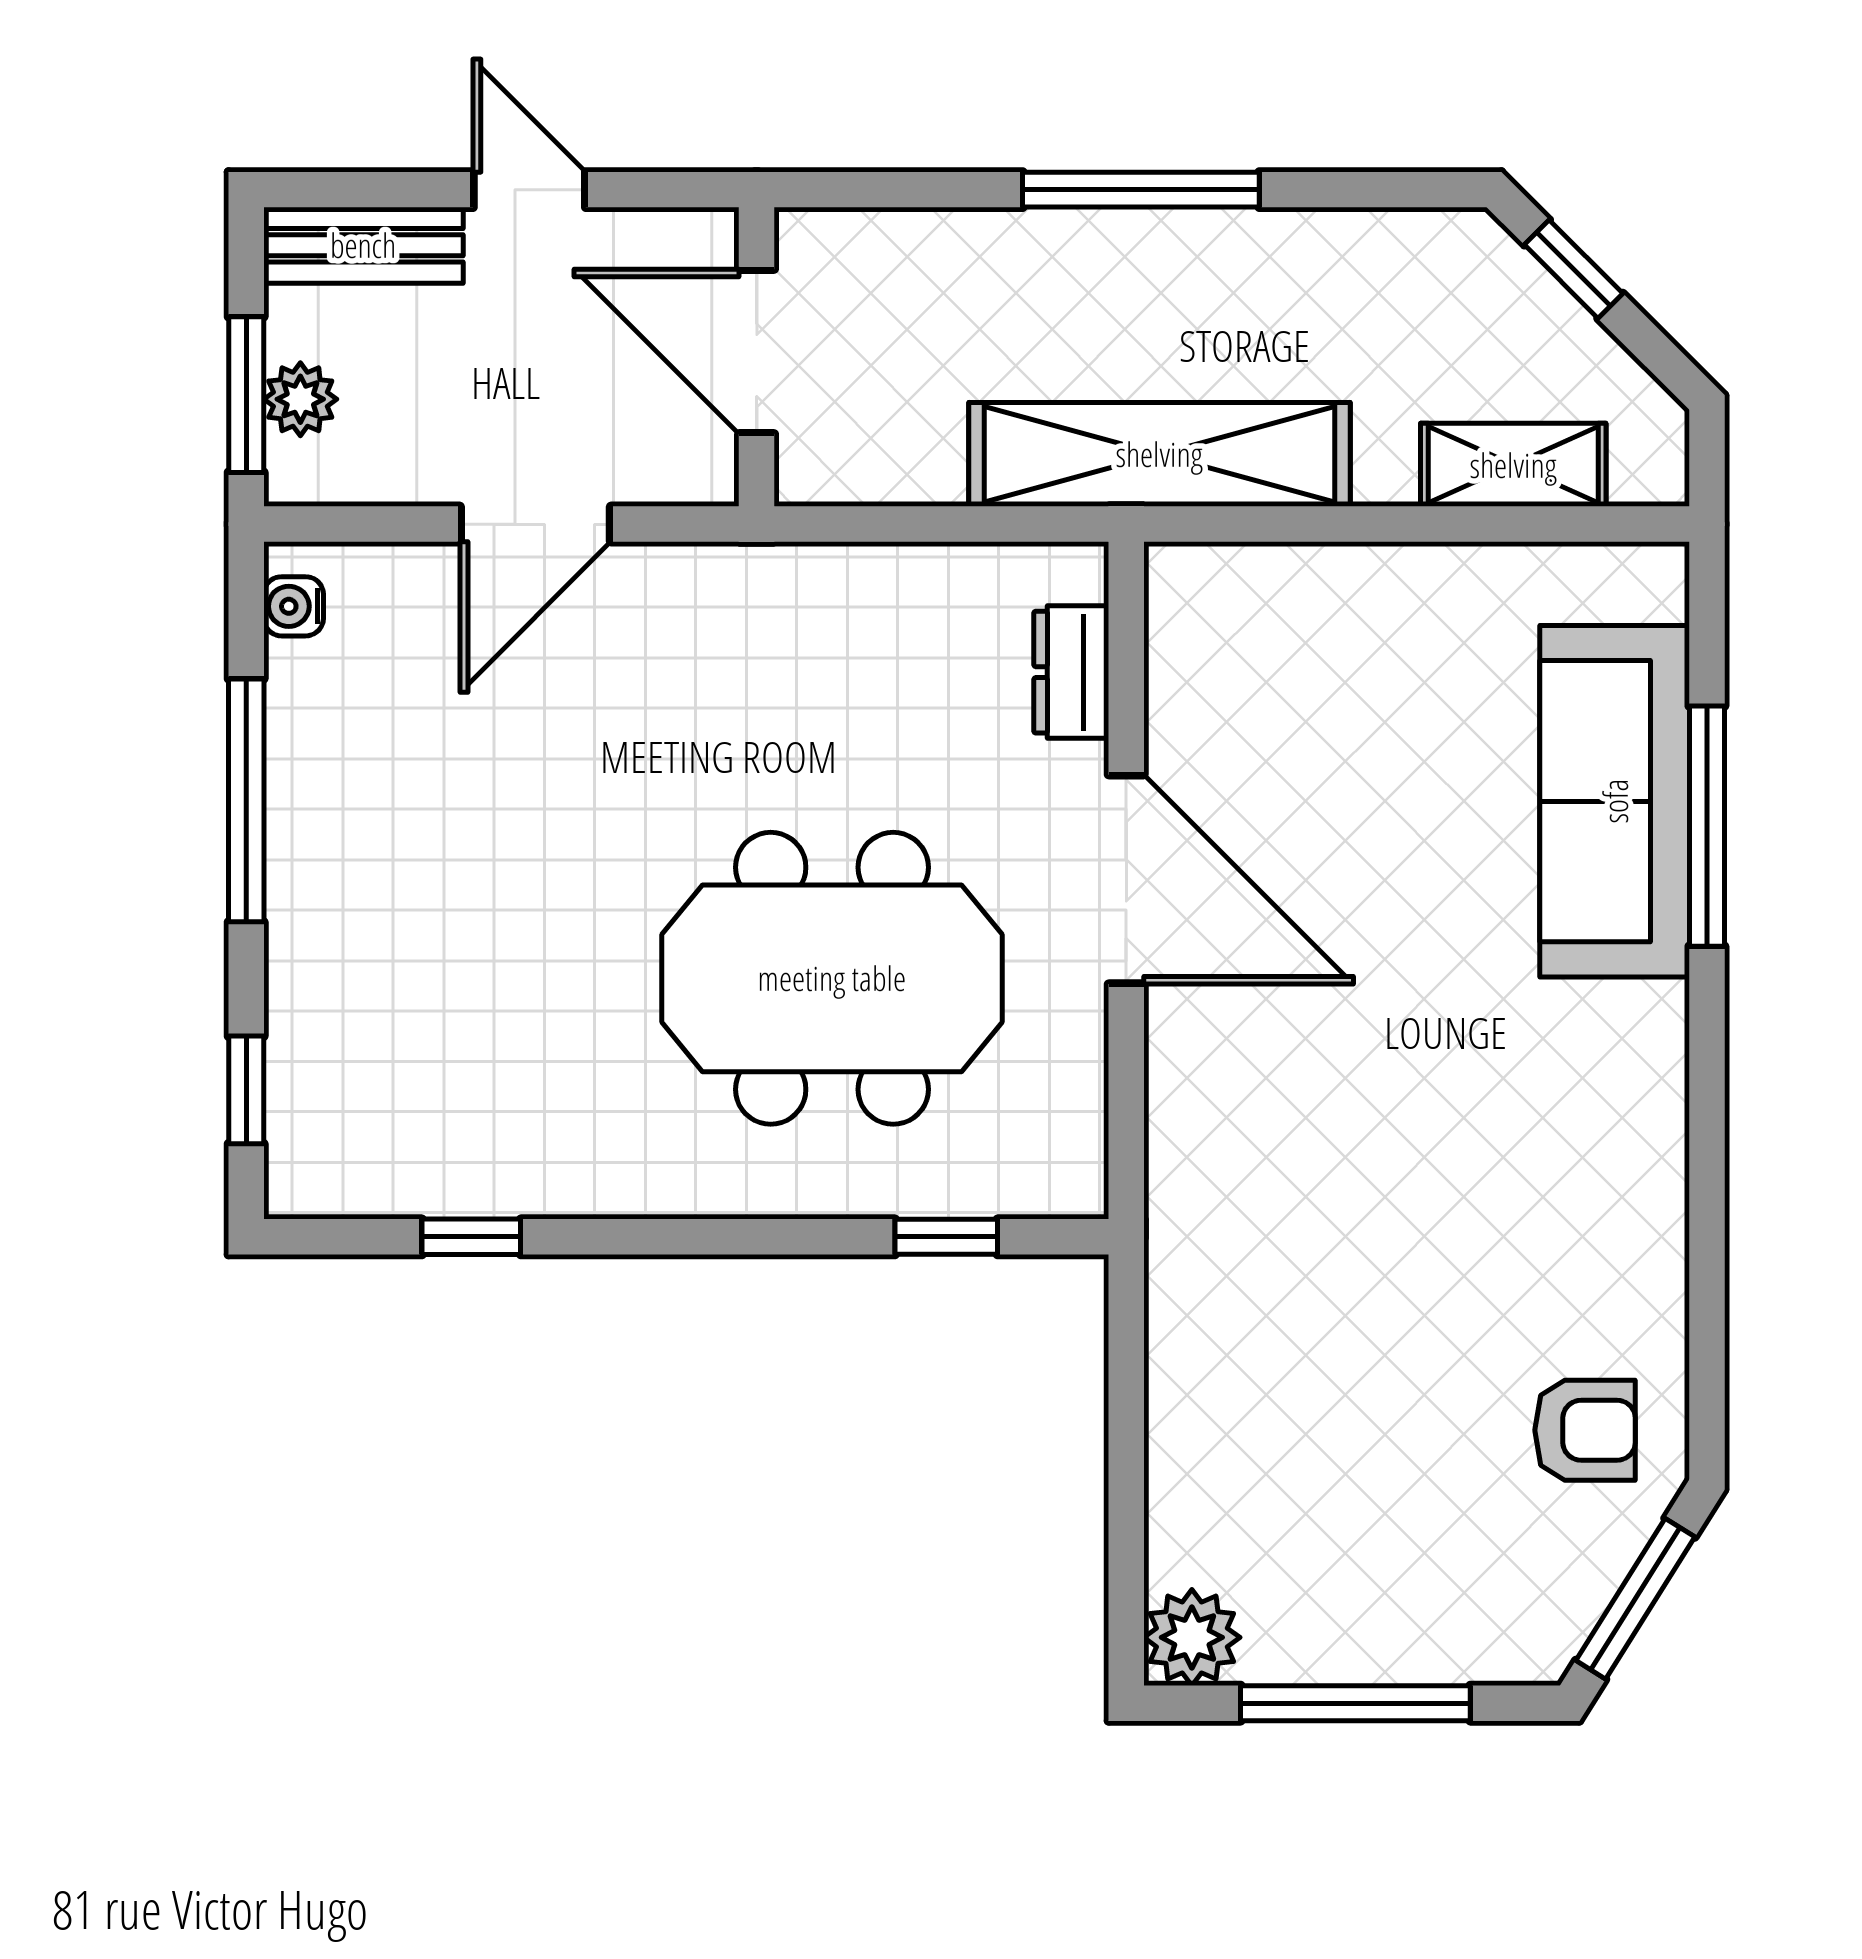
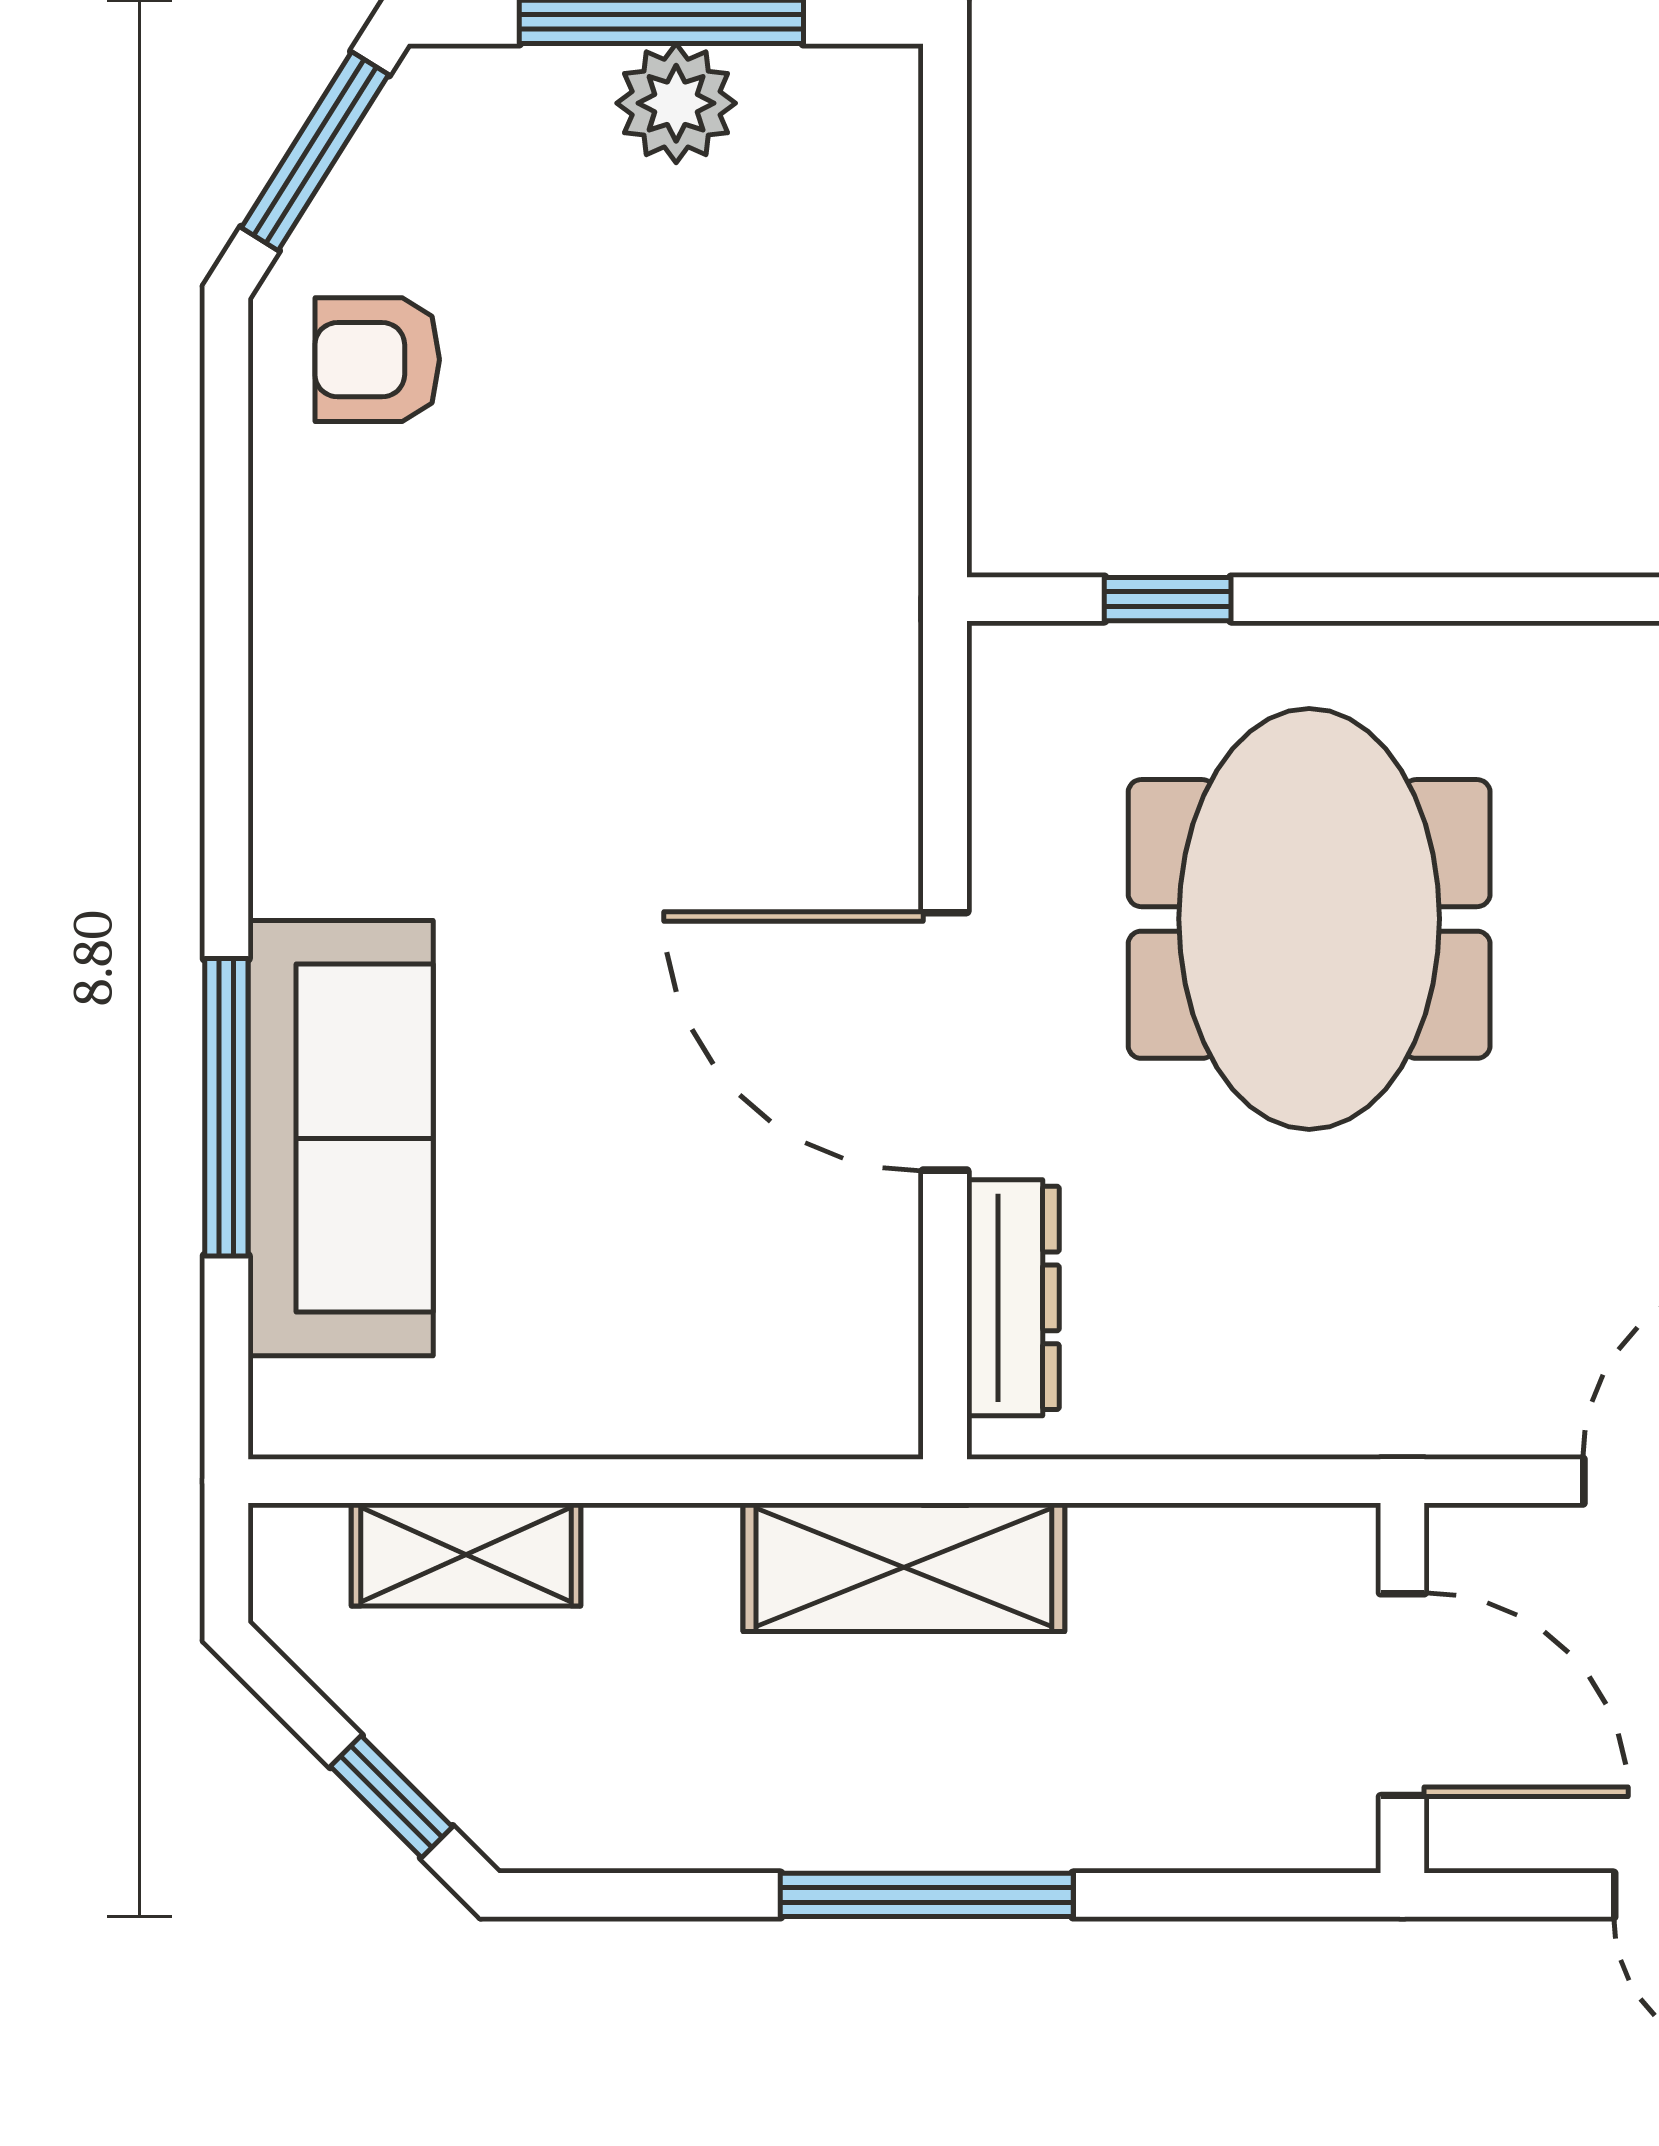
shelving: (1159, 454) -> (904, 1567), width x0.68
dresser: (1071, 672) -> (1013, 1298), width x1.44
meeting table: (832, 978) -> (1309, 919), turned 90
plant: (1192, 1637) -> (676, 103), moved

